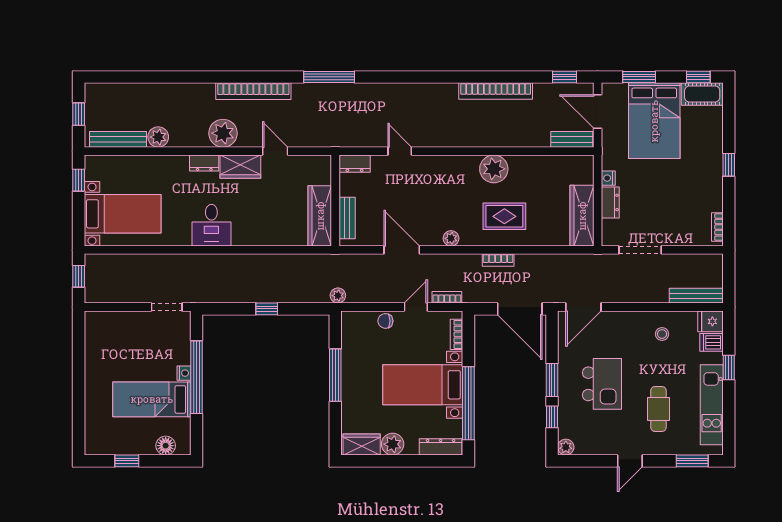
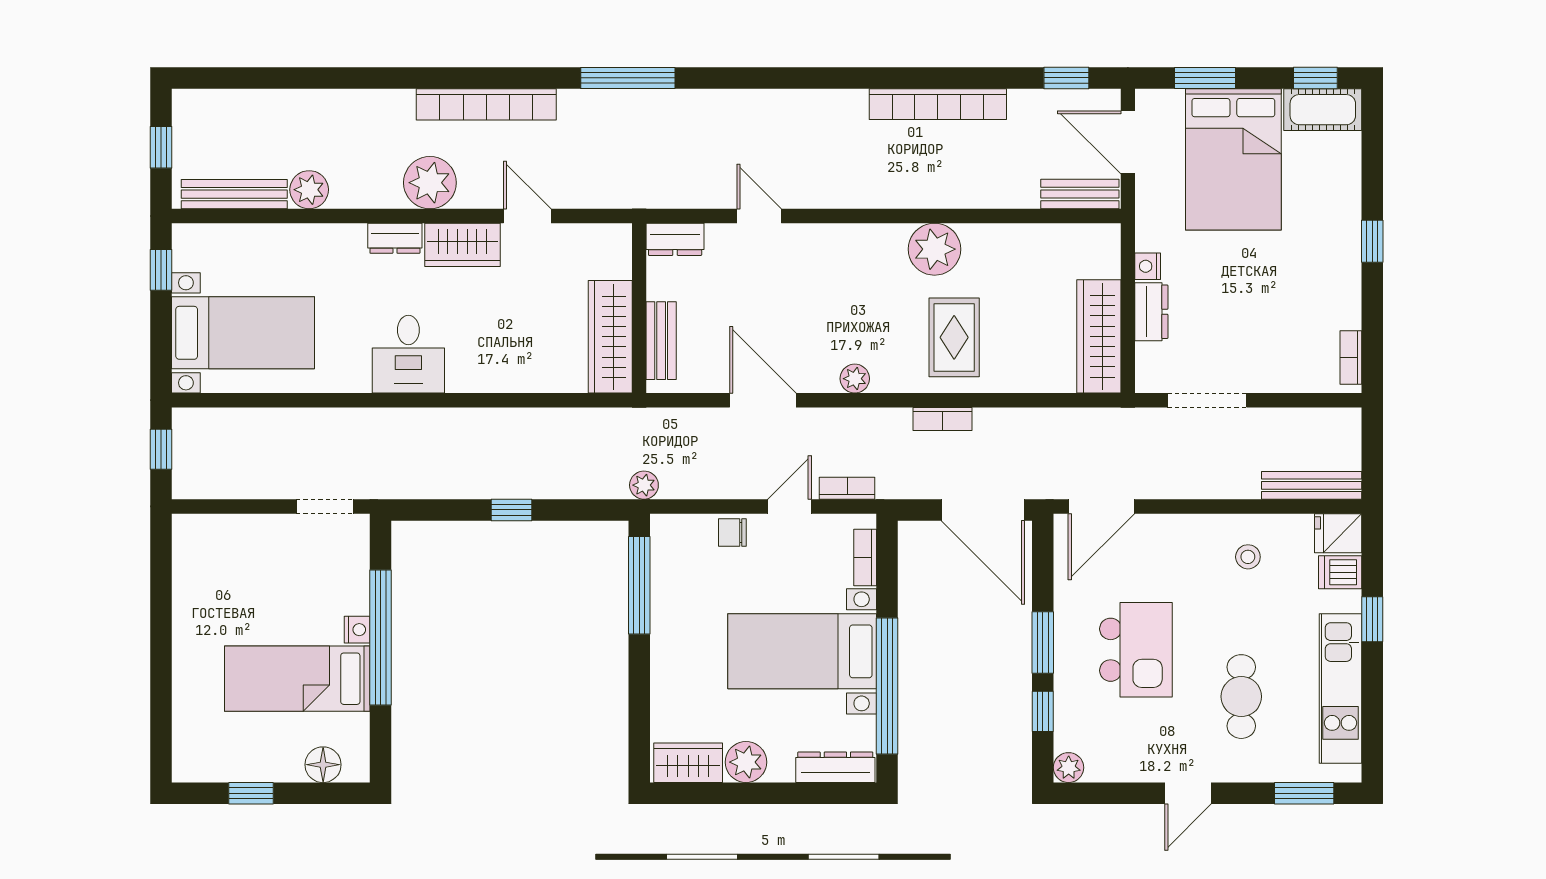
rug: (504, 216) -> (954, 337), turned 90
window: (335, 375) -> (639, 585), moved

